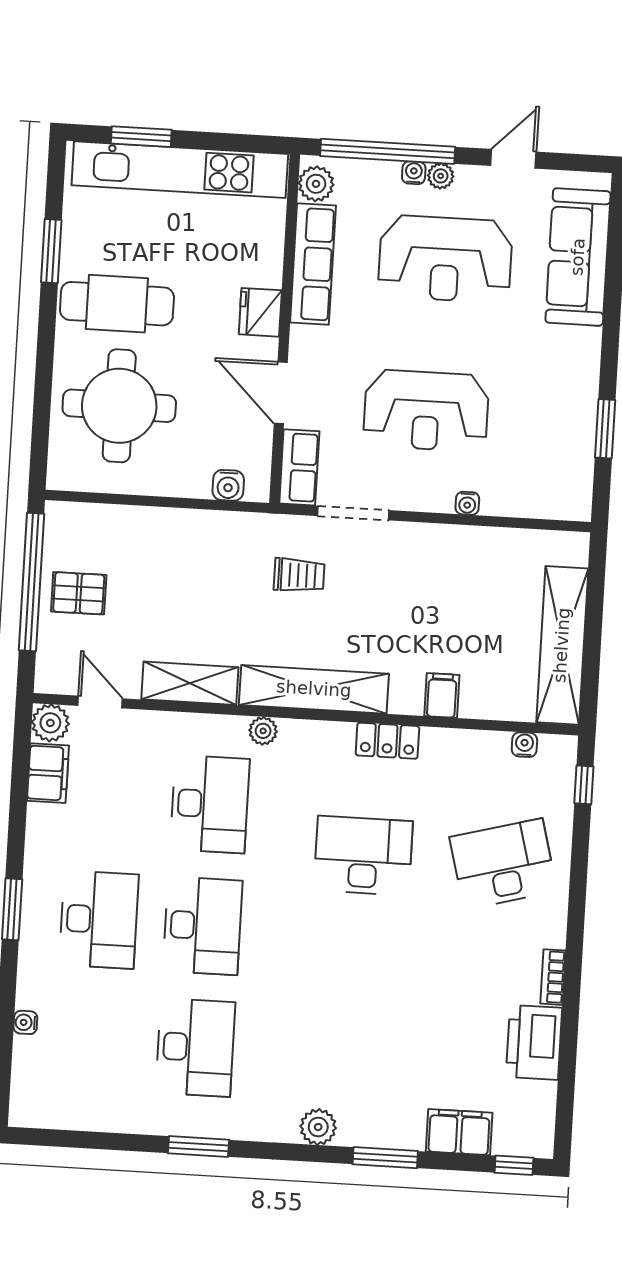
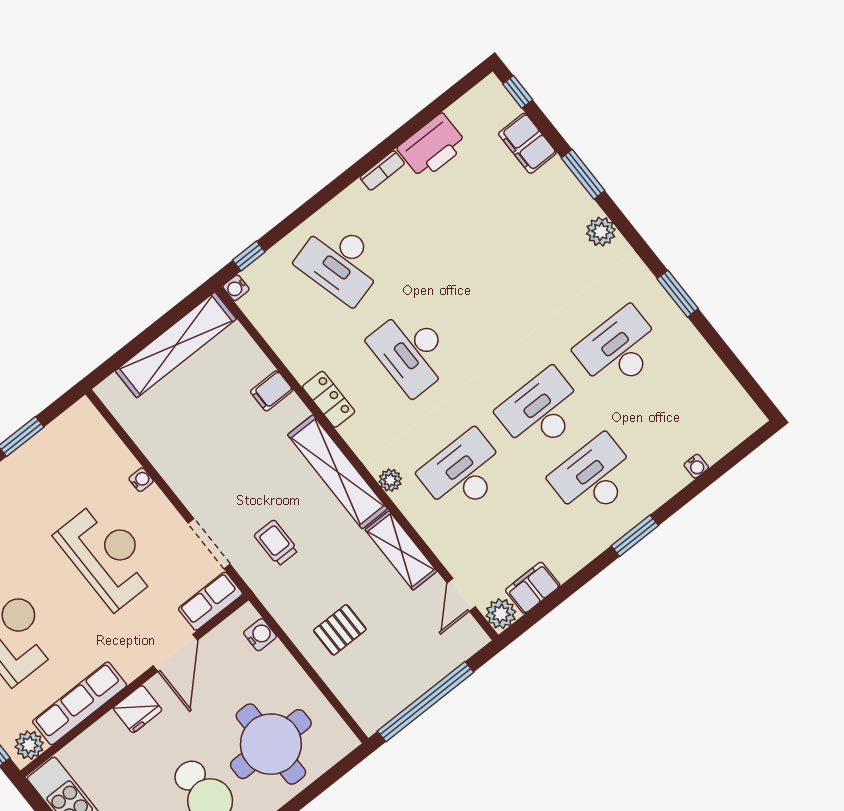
pallet: (79, 593) -> (340, 630), moved, turned 90
water cooler: (524, 745) -> (236, 288), moved

